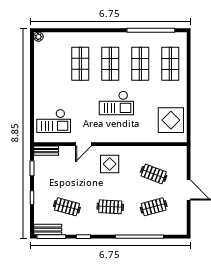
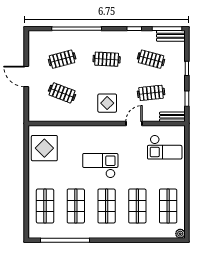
shop shelf: (50, 64) -> (168, 206), added
checkout: (54, 121) -> (165, 147), turned 180
clothes rail: (67, 174) -> (151, 93), added

